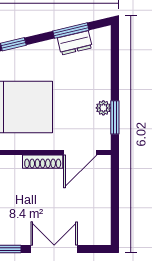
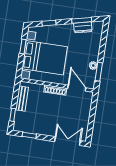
door: (80, 153) -> (77, 88), swing flipped
double door: (54, 249) -> (68, 141), moved

